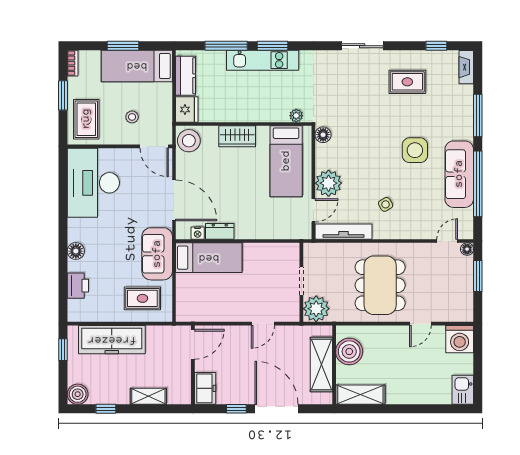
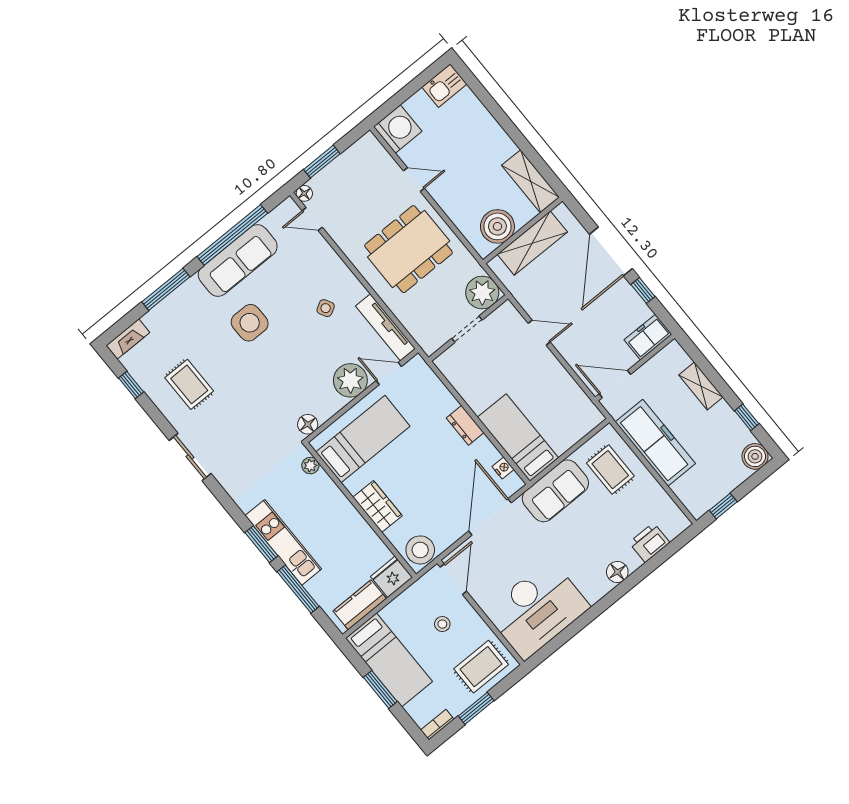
dresser: (220, 231) -> (465, 425), moved
freezer: (112, 340) -> (655, 443), moved

